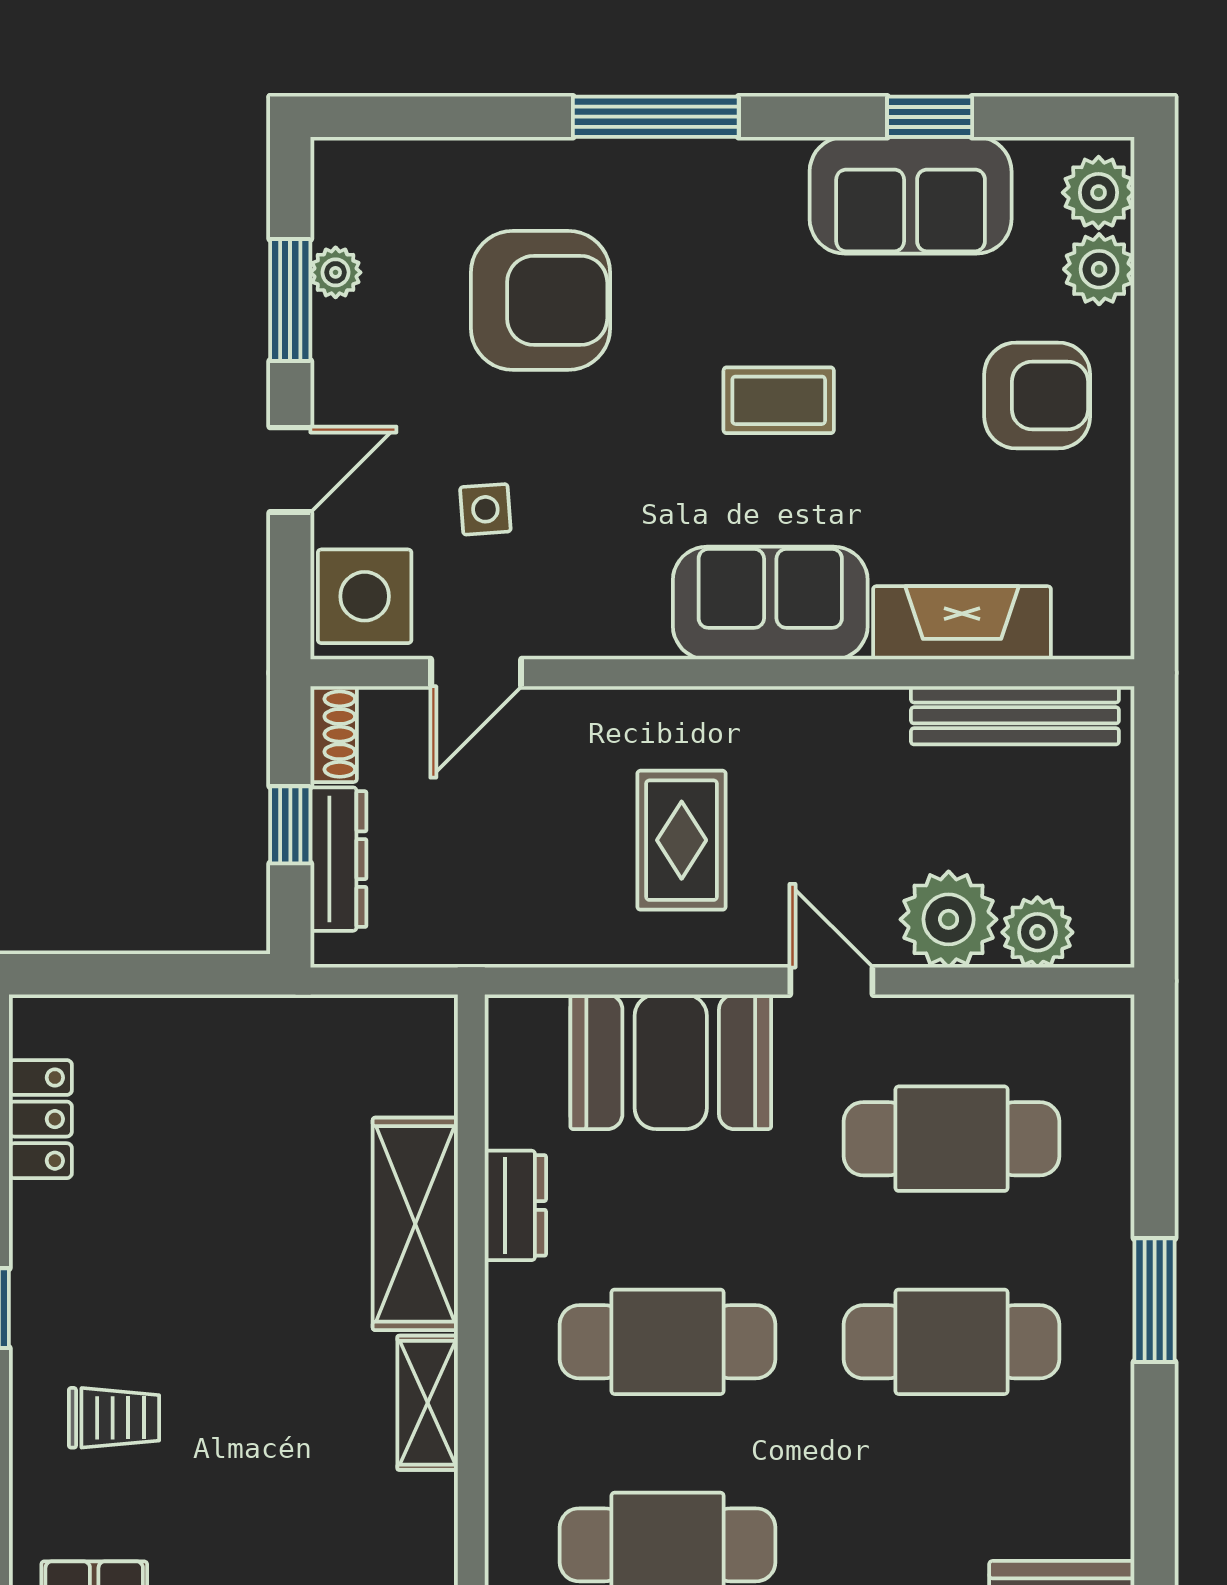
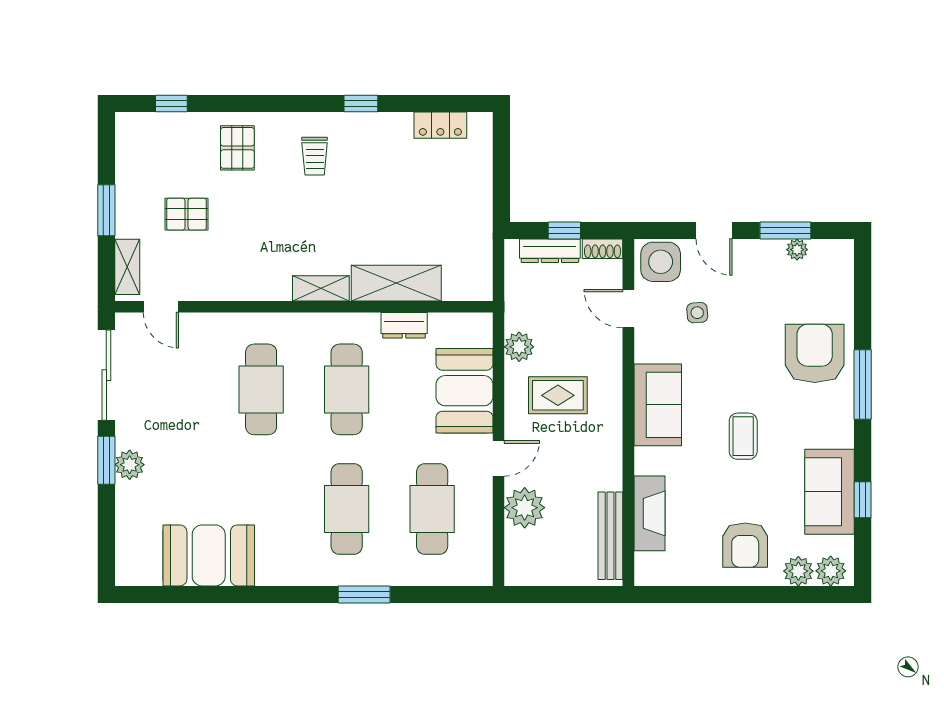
armchair: (541, 300) -> (815, 353), moved, turned 180
sofa: (770, 603) -> (658, 405), moved
plant: (1037, 932) -> (519, 347), moved

